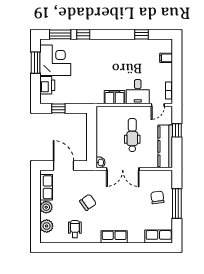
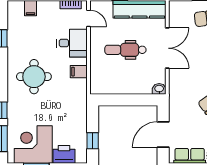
round table: (110, 61) -> (34, 77), added
filing cabinet: (115, 97) -> (79, 72), width x0.50
double door: (123, 169) -> (167, 48), moved

